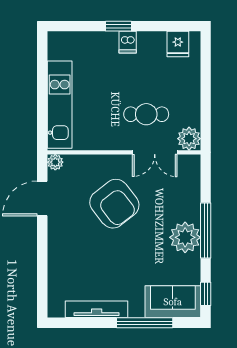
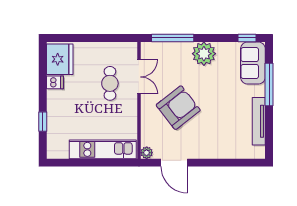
window: (119, 26) -> (43, 122), moved
dishwasher: (128, 42) -> (55, 82), moved
fridge: (178, 44) -> (60, 59), width x1.88, depth x1.34
plant: (189, 139) -> (129, 51), removed
window: (206, 231) -> (173, 38), moved

